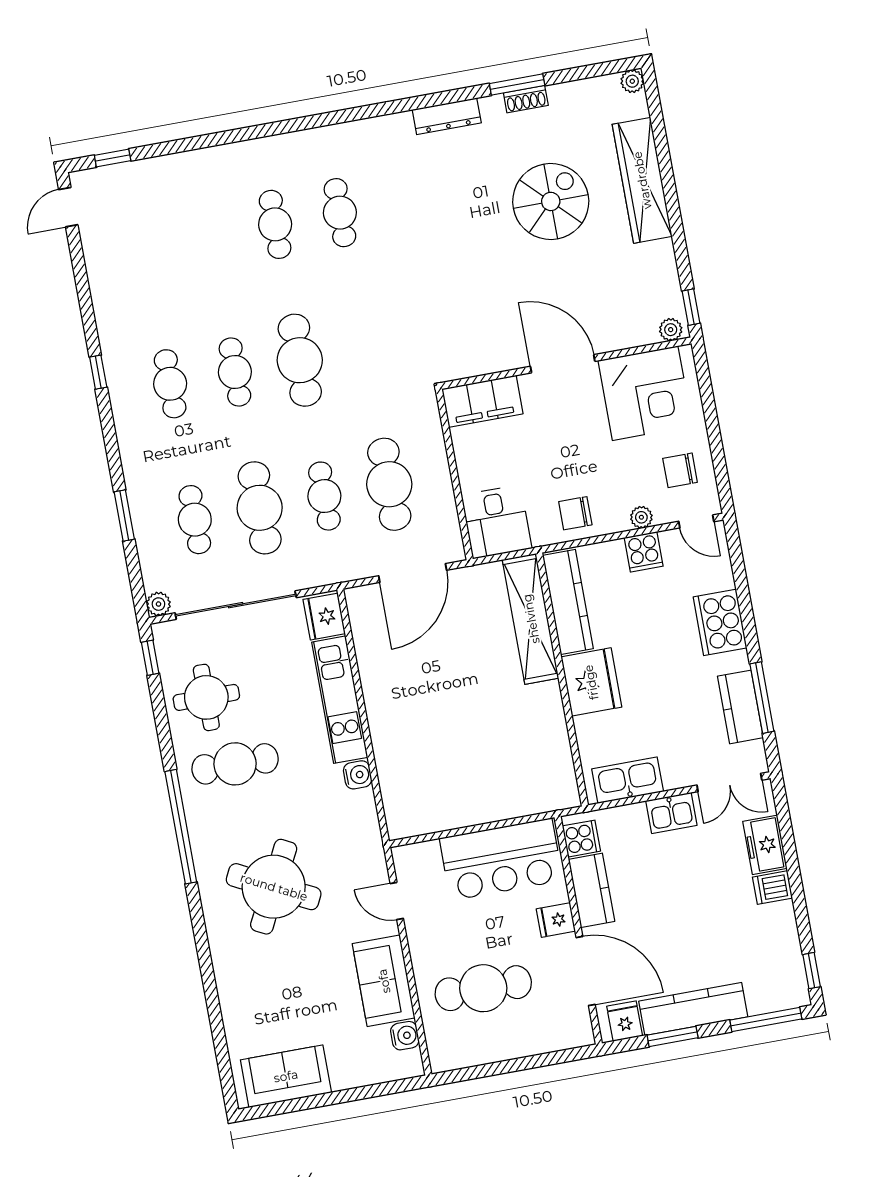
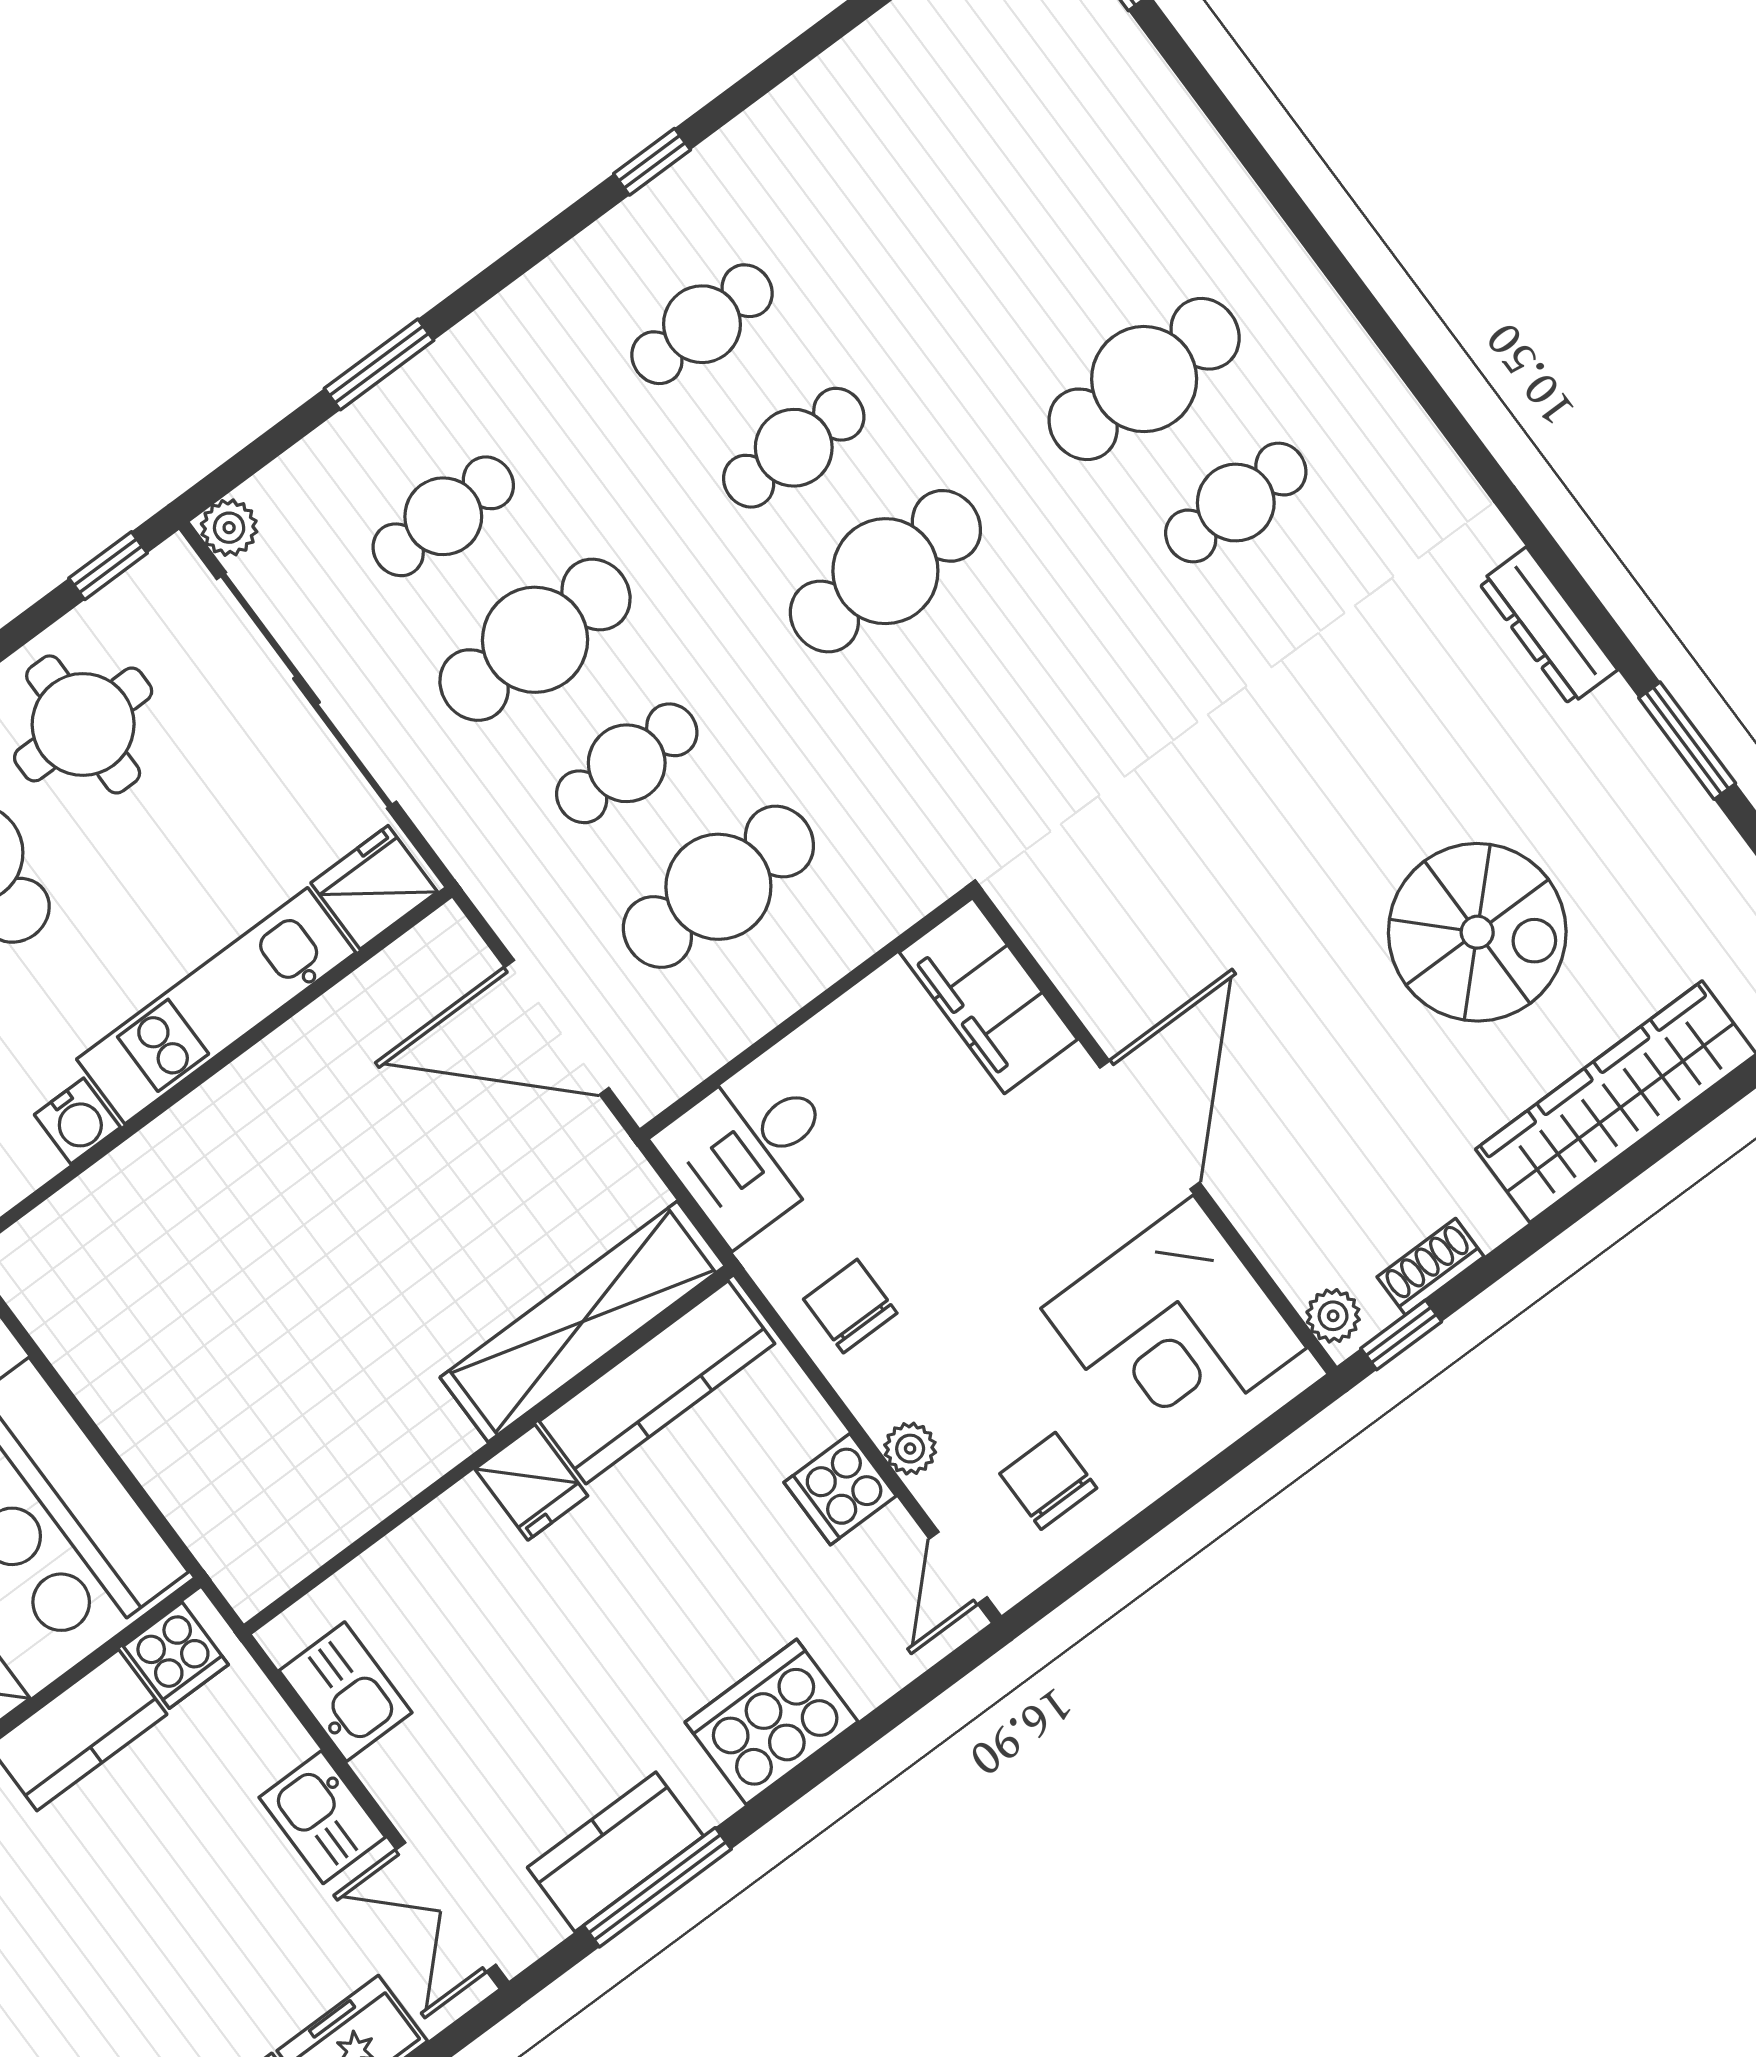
shoe rack: (526, 99) -> (1430, 1267), moved, turned 90
cafe table: (275, 224) -> (1144, 379), width x1.37, depth x1.35
fridge: (591, 682) -> (531, 1482), width x0.53, depth x0.75
kitchen sink: (628, 780) -> (346, 1692), width x0.73

